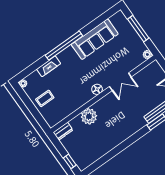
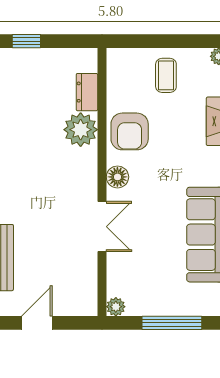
double door: (120, 82) -> (102, 227), swing flipped
armchair: (76, 97) -> (130, 131), added
dresser: (63, 131) -> (87, 92), moved

